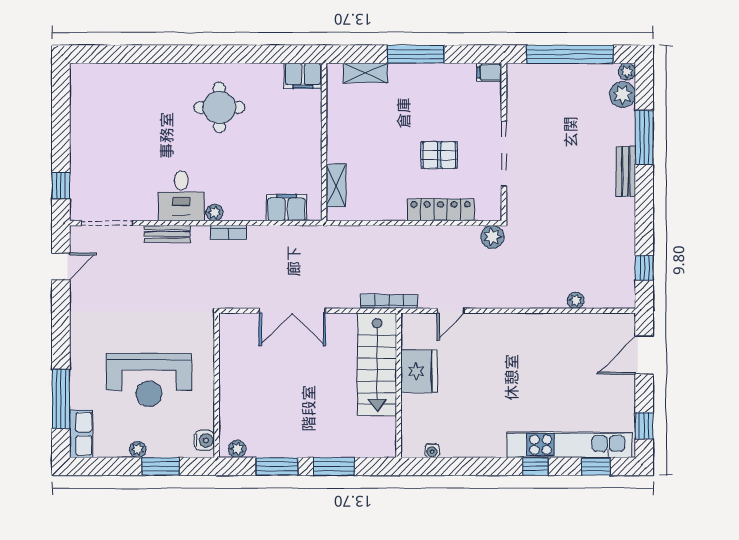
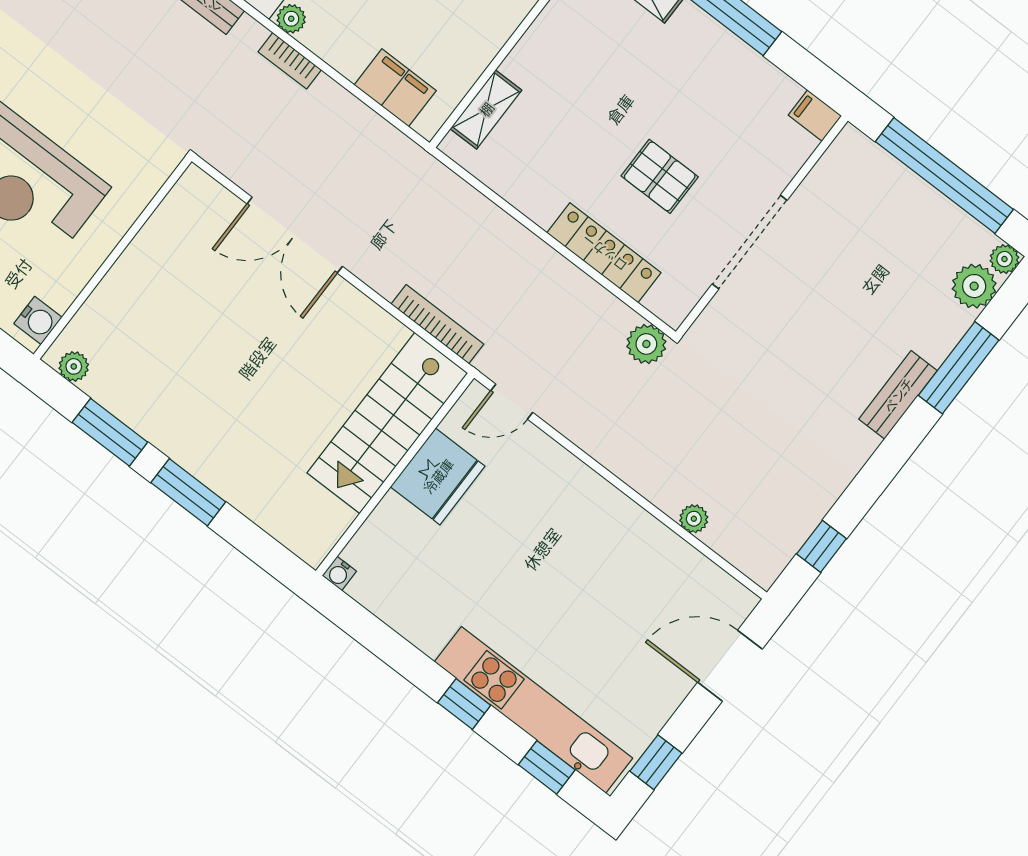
stairs: (377, 364) -> (387, 423), moved
fridge: (419, 371) -> (438, 476), moved
wall: (399, 385) -> (395, 474), moved

